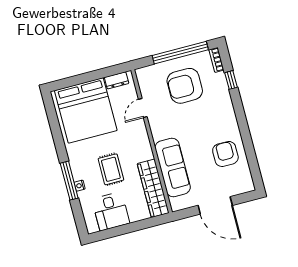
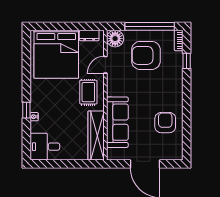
floor lamp: (146, 76) -> (115, 39), added
rug: (111, 169) -> (88, 92), moved
window: (69, 181) -> (26, 110), width x0.46
desk: (111, 211) -> (45, 147), moved, turned 90

